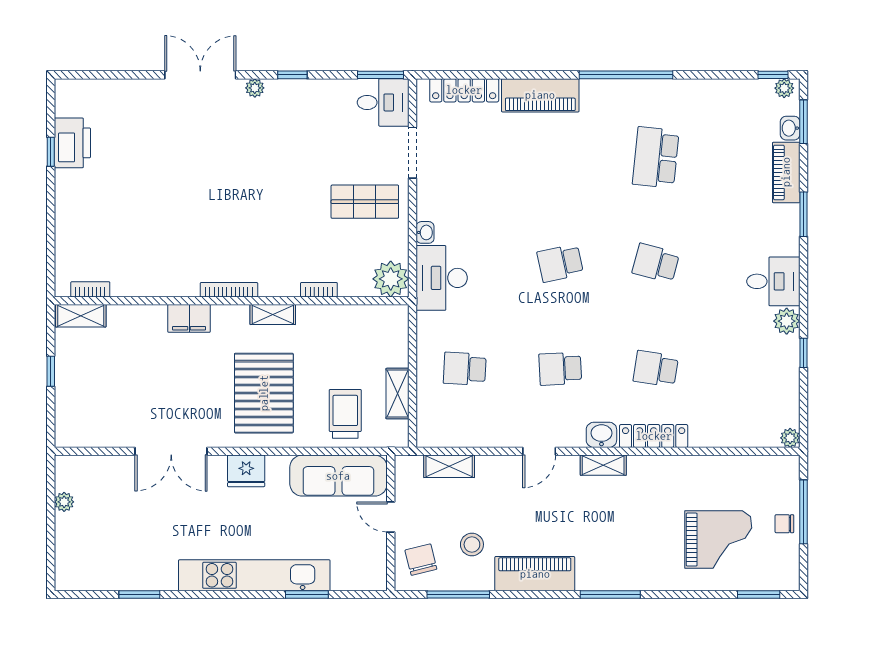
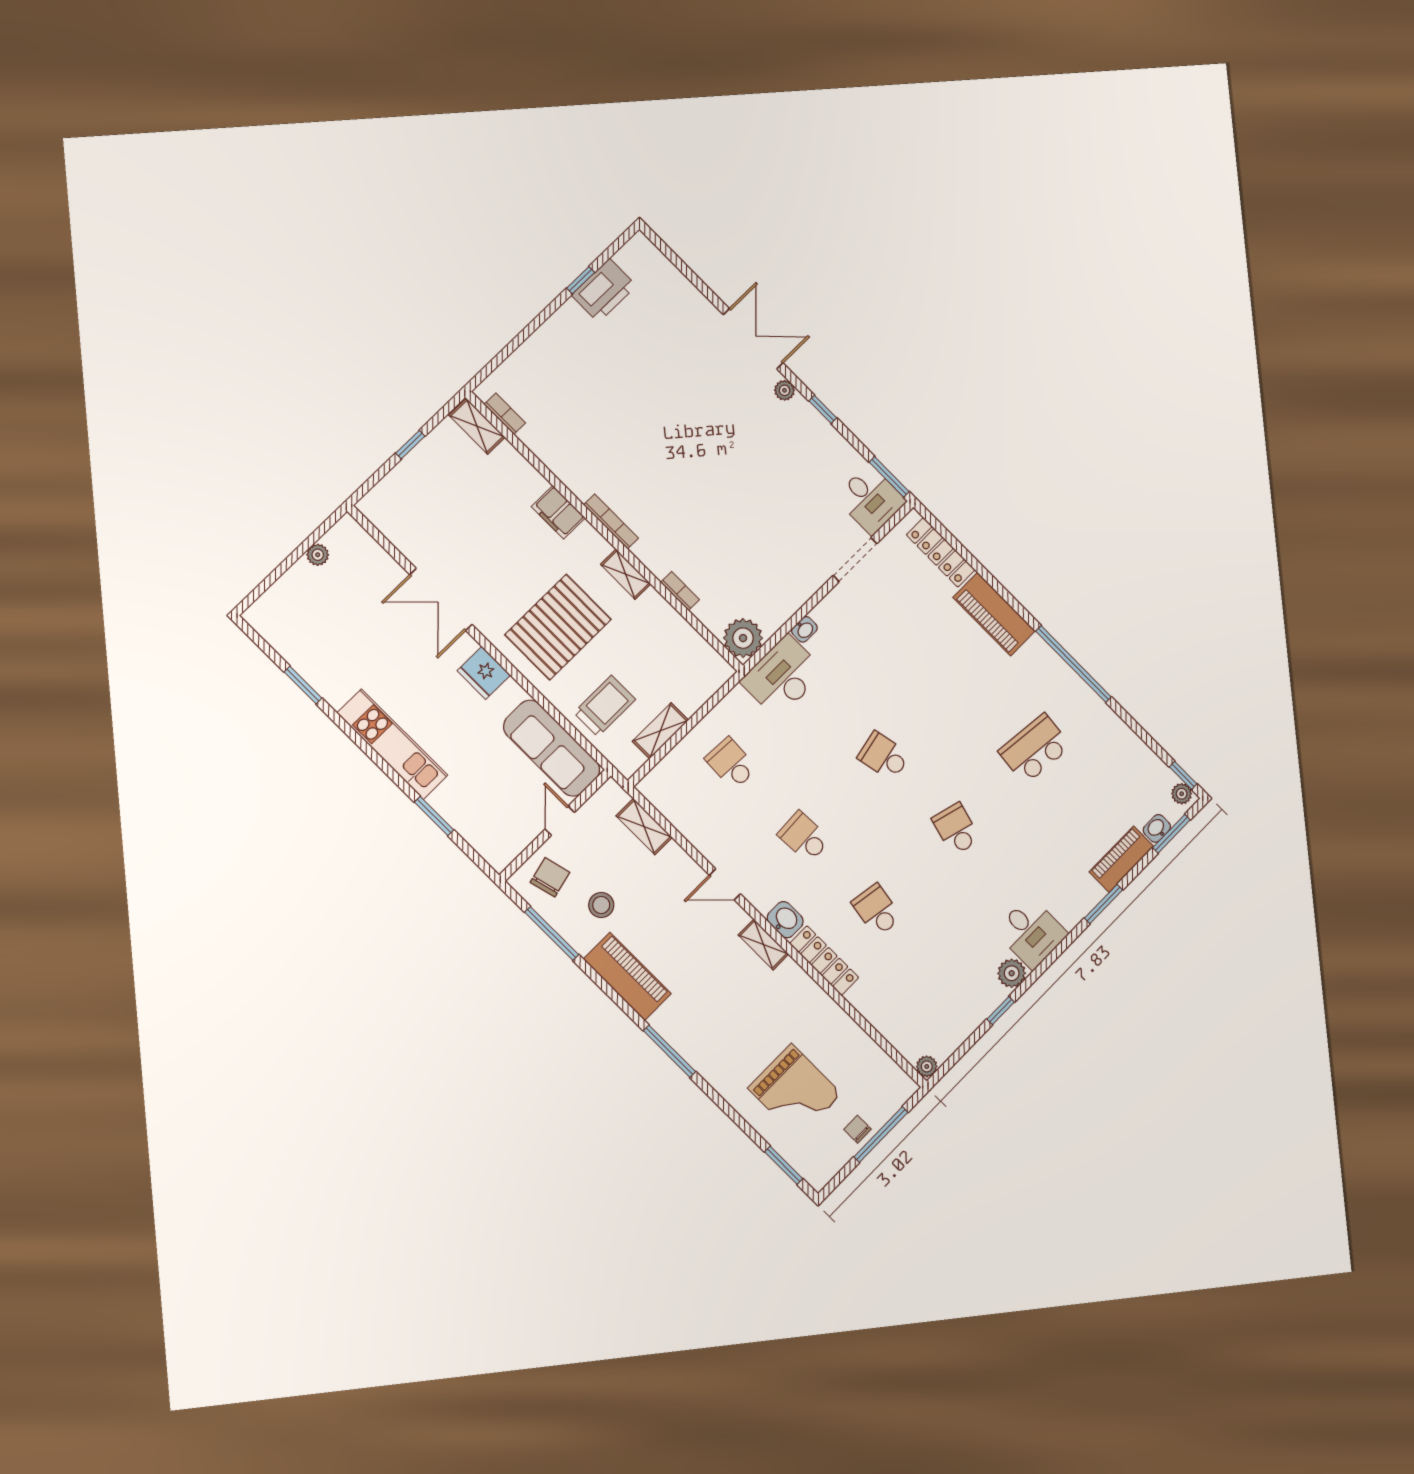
shop shelf: (365, 202) -> (782, 560), removed
kitchen unit: (254, 575) -> (392, 744), width x0.73

